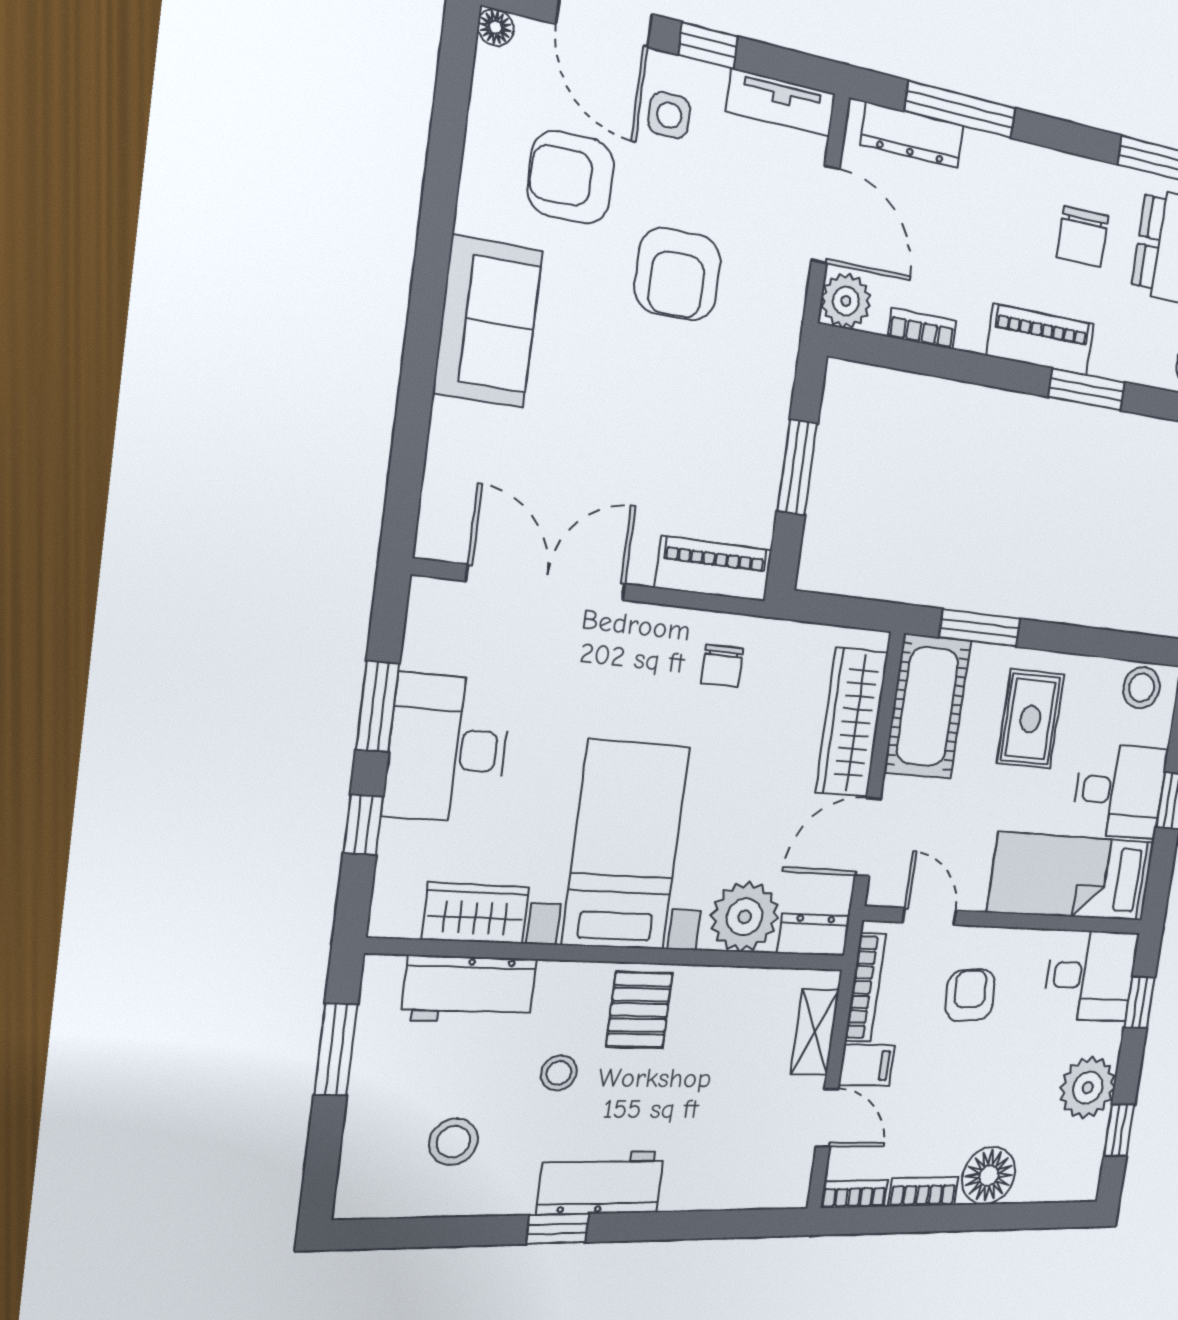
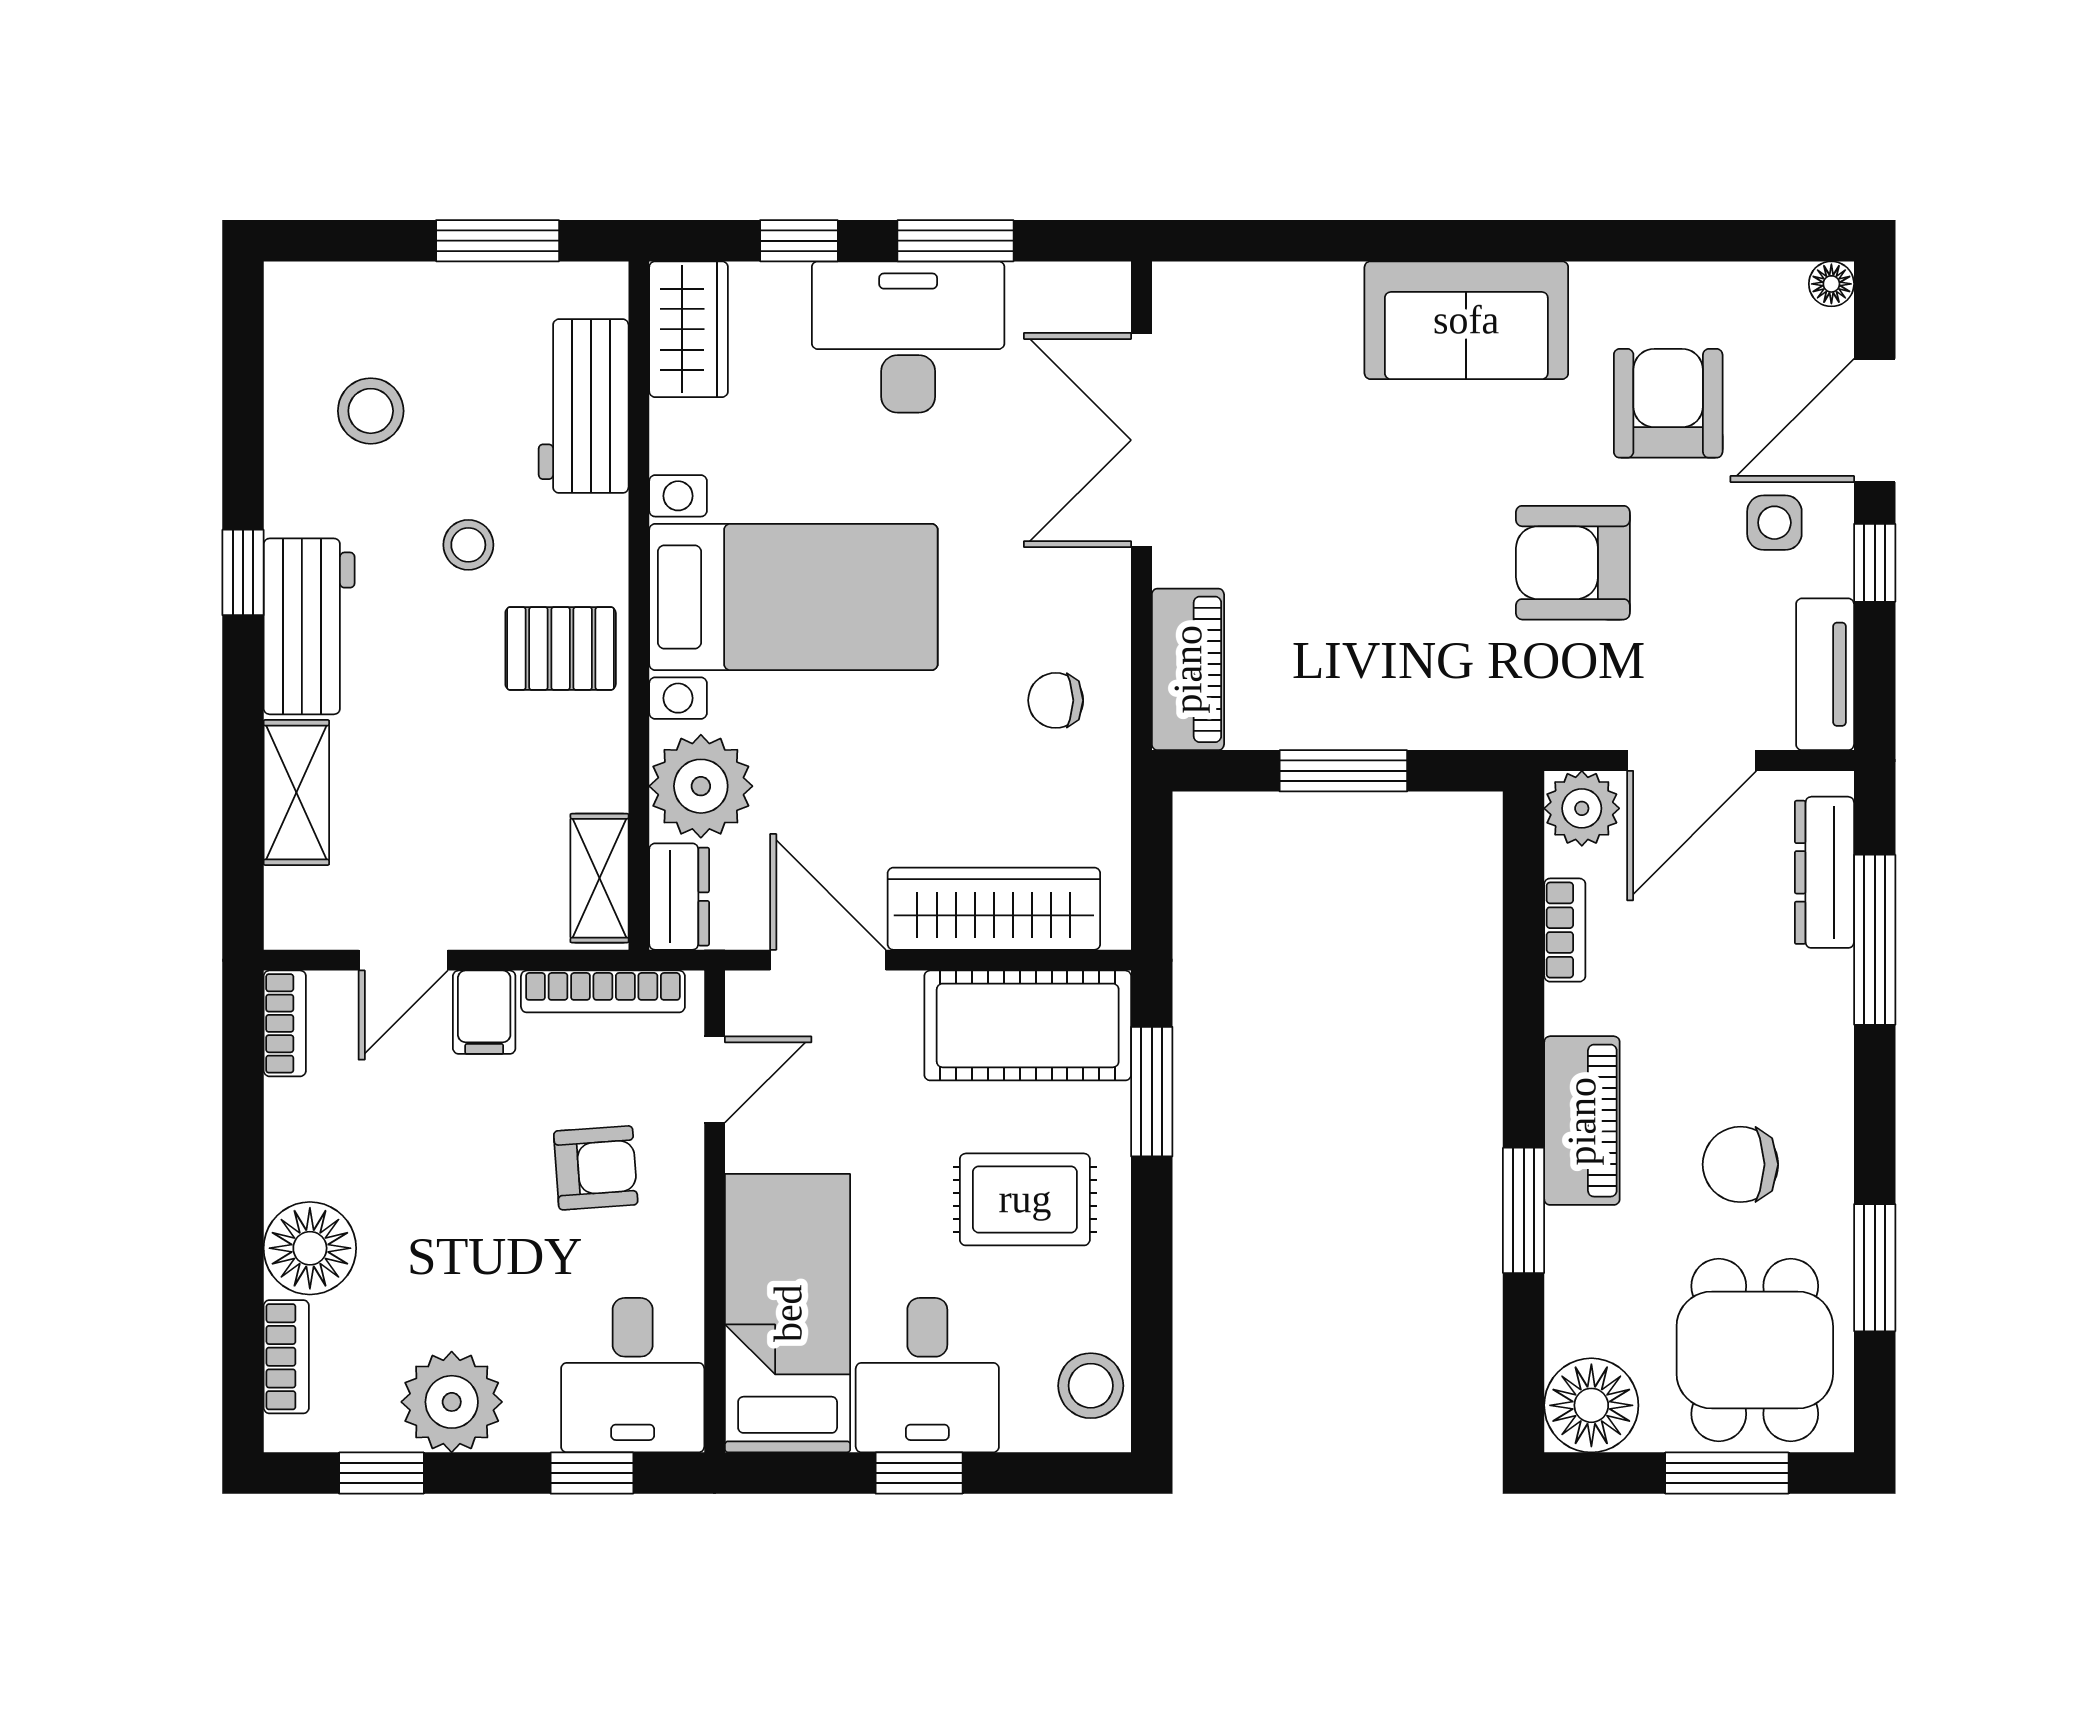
double door: (547, 583) -> (1141, 440), swing flipped
wardrobe: (476, 913) -> (689, 329), moved
shelving: (815, 1032) -> (599, 878), moved, turned 90
shelving: (711, 1189) -> (296, 792), added
bookcase: (923, 1192) -> (286, 1357), moved

